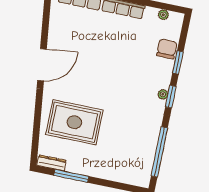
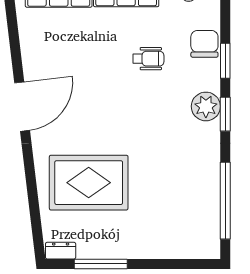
wheelchair: (129, 51) -> (148, 59), added
plant: (163, 94) -> (206, 106), width x1.88, depth x1.88
dresser: (52, 163) -> (61, 251), width x0.70

